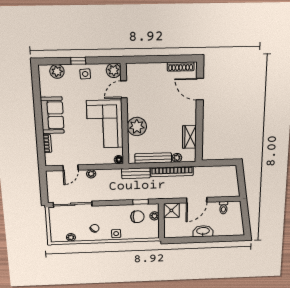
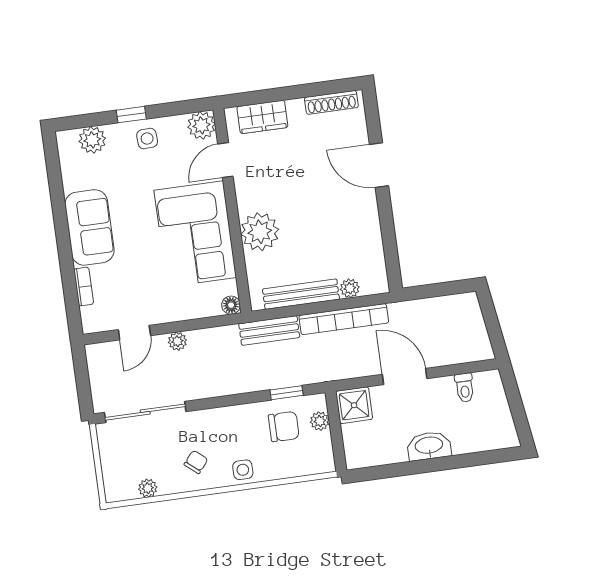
door: (200, 89) -> (379, 165), moved
wardrobe: (189, 137) -> (262, 117), moved, turned -90
door: (197, 200) -> (405, 376), swing flipped

